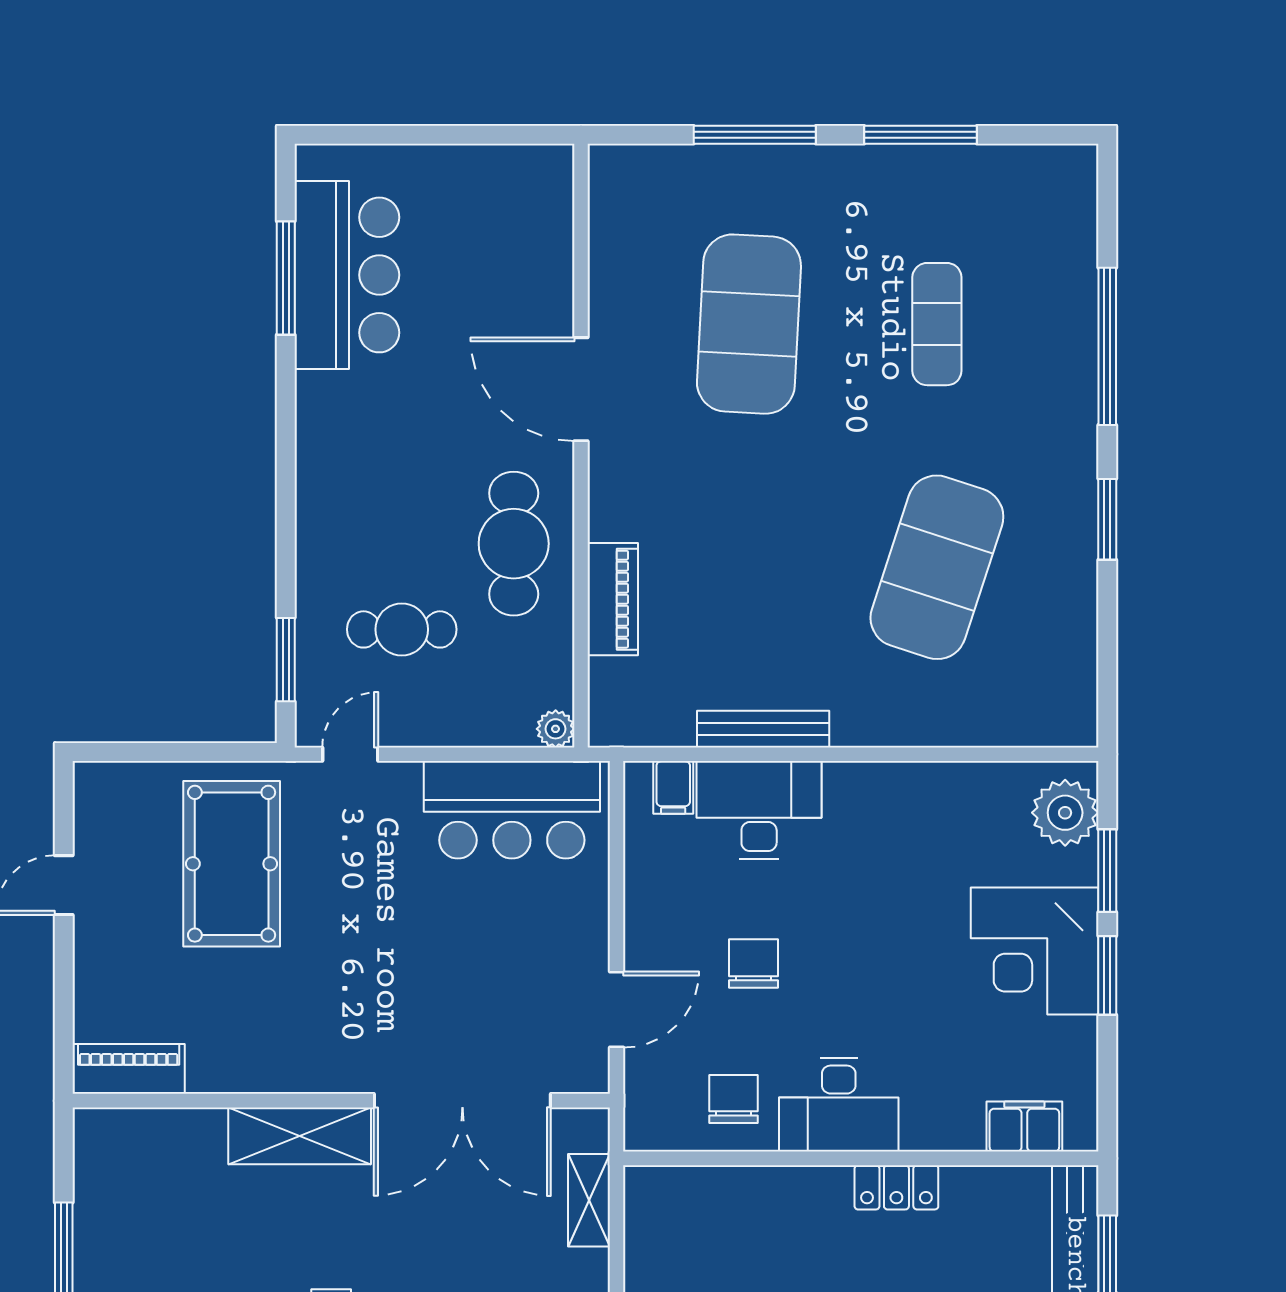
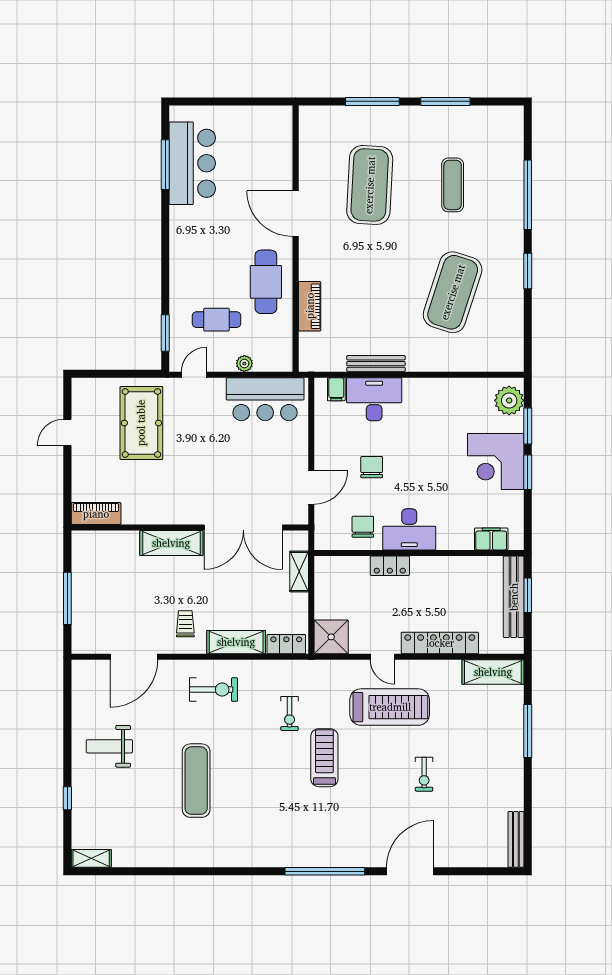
plant: (556, 729) -> (244, 363), moved
locker: (896, 1187) -> (390, 566), moved

